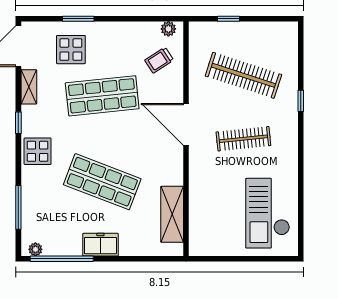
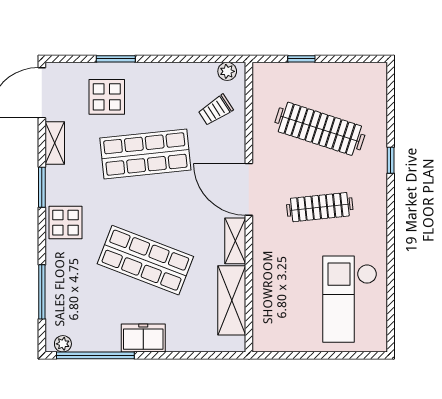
window: (18, 123) -> (42, 187), width x1.50
shelving: (175, 166) -> (235, 241), added

